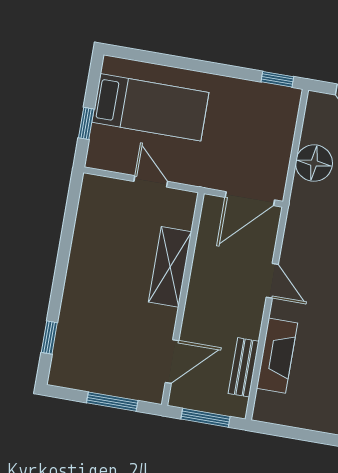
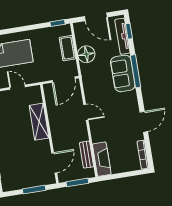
cot: (280, 137) -> (68, 48), added
fireplace: (277, 356) -> (102, 159), moved

